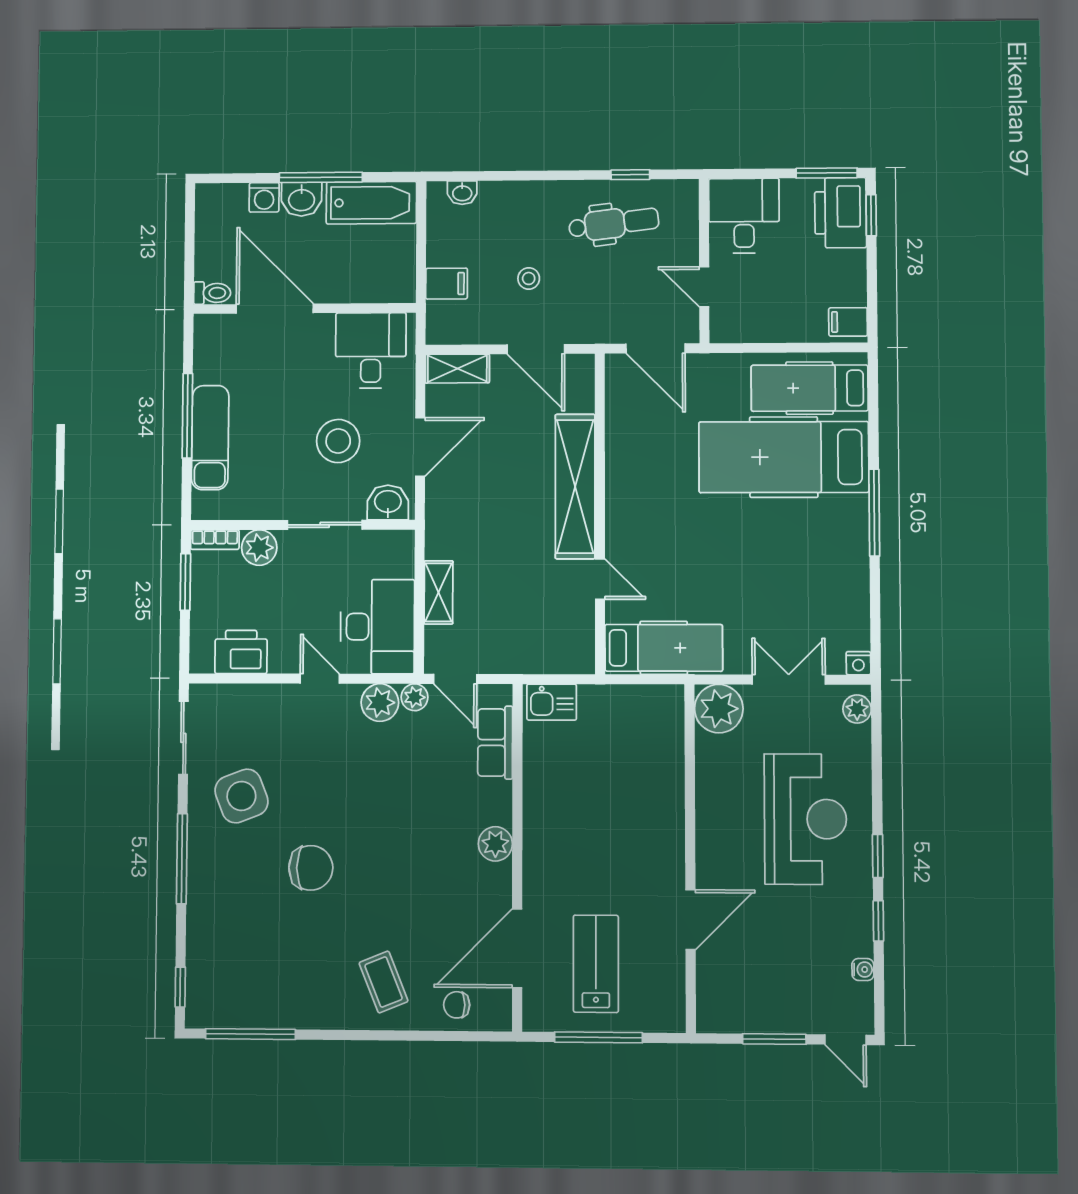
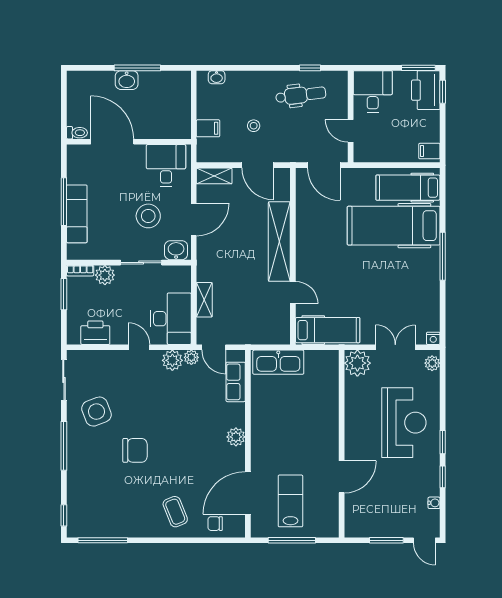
washing machine: (264, 197) -> (106, 79), removed
bathtub: (371, 203) -> (166, 82), removed
kitchen sink: (552, 702) -> (278, 362), width x1.88, depth x1.24

